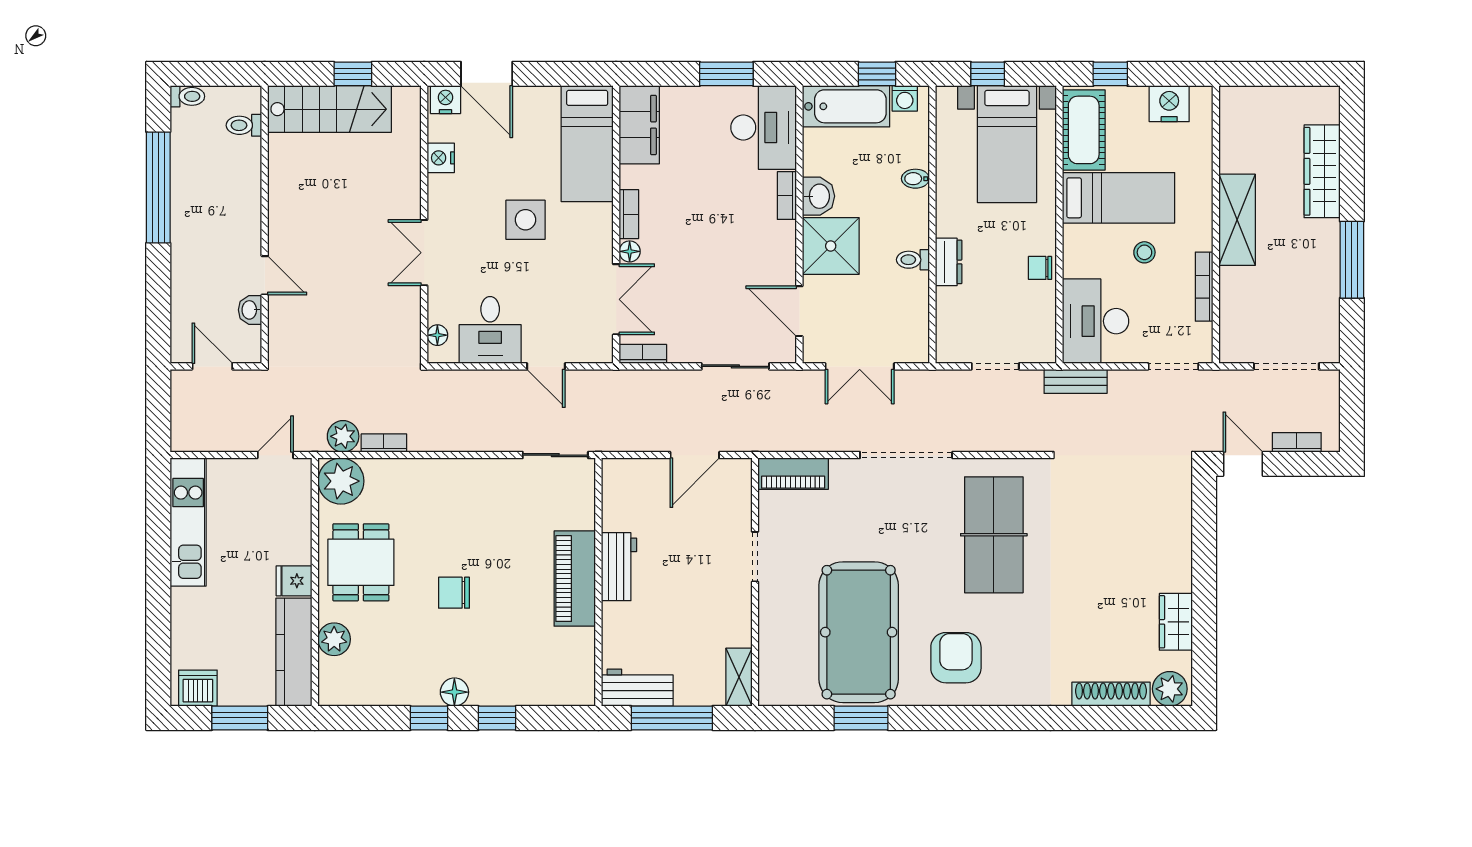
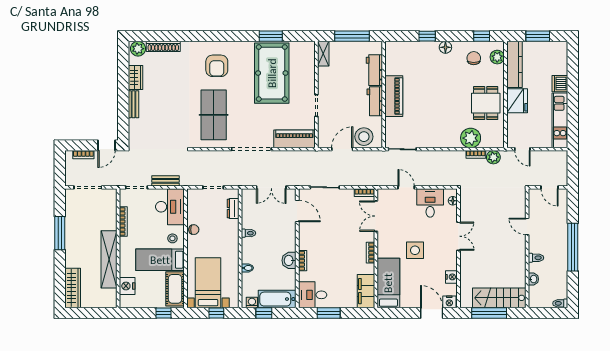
window: (353, 74) -> (489, 313), width x2.17
nightstand: (1169, 104) -> (127, 286), moved, turned 90
toilet: (244, 125) -> (536, 258), moved
desk: (764, 128) -> (313, 295), width x0.73
wardrobe: (1322, 171) -> (73, 288), moved
window: (158, 187) -> (573, 247), moved
shelving: (1237, 220) -> (109, 259), width x1.47
shower: (831, 246) -> (284, 239), removed
floor lamp: (630, 251) -> (370, 237), removed
stool: (1144, 252) -> (172, 238), moved
dresser: (949, 262) -> (233, 209), moved
washbasin: (250, 310) -> (533, 279), moved
double door: (860, 366) -> (271, 187), swing flipped
bench: (1076, 381) -> (166, 181), moved
door: (275, 455) -> (522, 149), hinge flipped
door: (1243, 464) -> (107, 145), hinge flipped
piano: (793, 474) -> (294, 139), width x1.37, depth x1.33
plant: (341, 481) -> (471, 138), moved
stool: (644, 484) -> (364, 137), added
bench: (1180, 559) -> (134, 104), added
fridge: (294, 581) -> (517, 101), width x1.88, depth x1.34
chair: (454, 593) -> (474, 58), moved, turned -90
plant: (334, 639) -> (497, 57), moved
armchair: (956, 658) -> (217, 66), moved
dishwasher: (198, 688) -> (560, 84), moved, turned 90
workbench: (637, 688) -> (374, 70), moved, turned 90
window: (429, 718) -> (482, 36), moved

